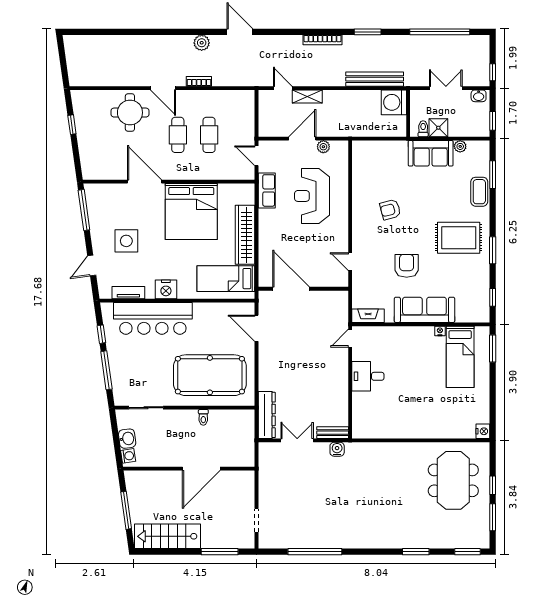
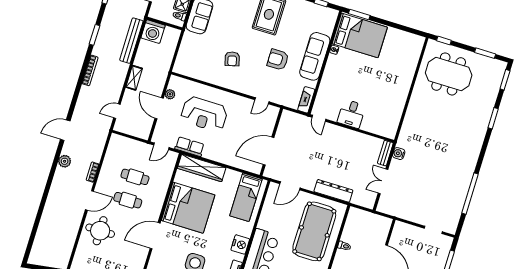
shelving: (307, 97) -> (134, 78), moved
wardrobe: (245, 235) -> (202, 168), moved
bed: (460, 357) -> (360, 35), width x1.50
dresser: (267, 415) -> (333, 191), moved
nightstand: (483, 431) -> (419, 41), removed
window: (493, 485) -> (444, 40), moved

